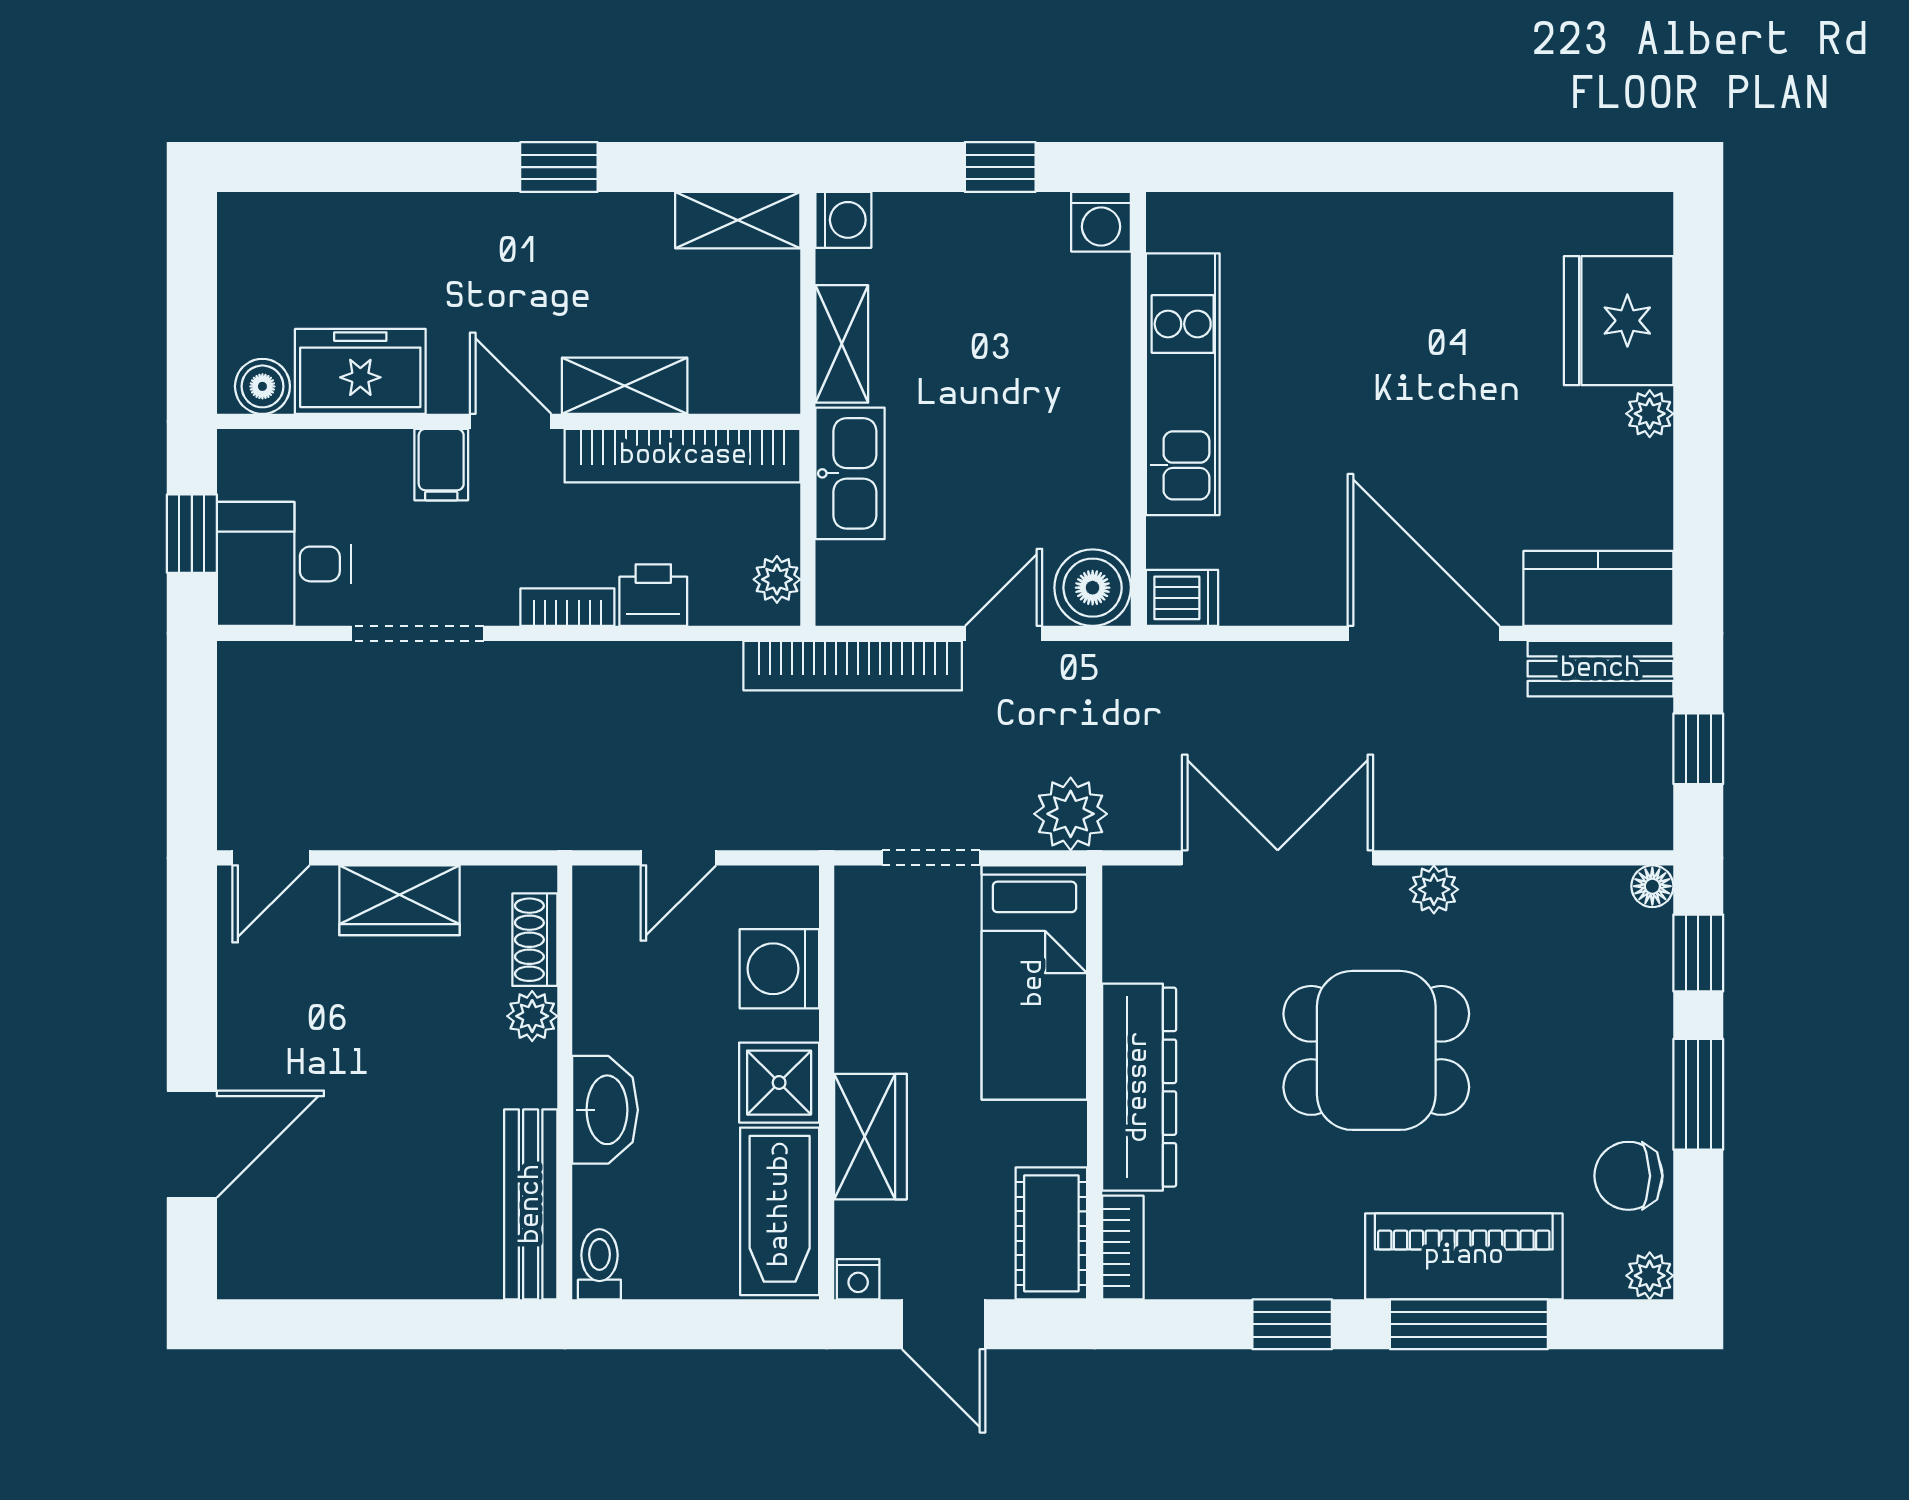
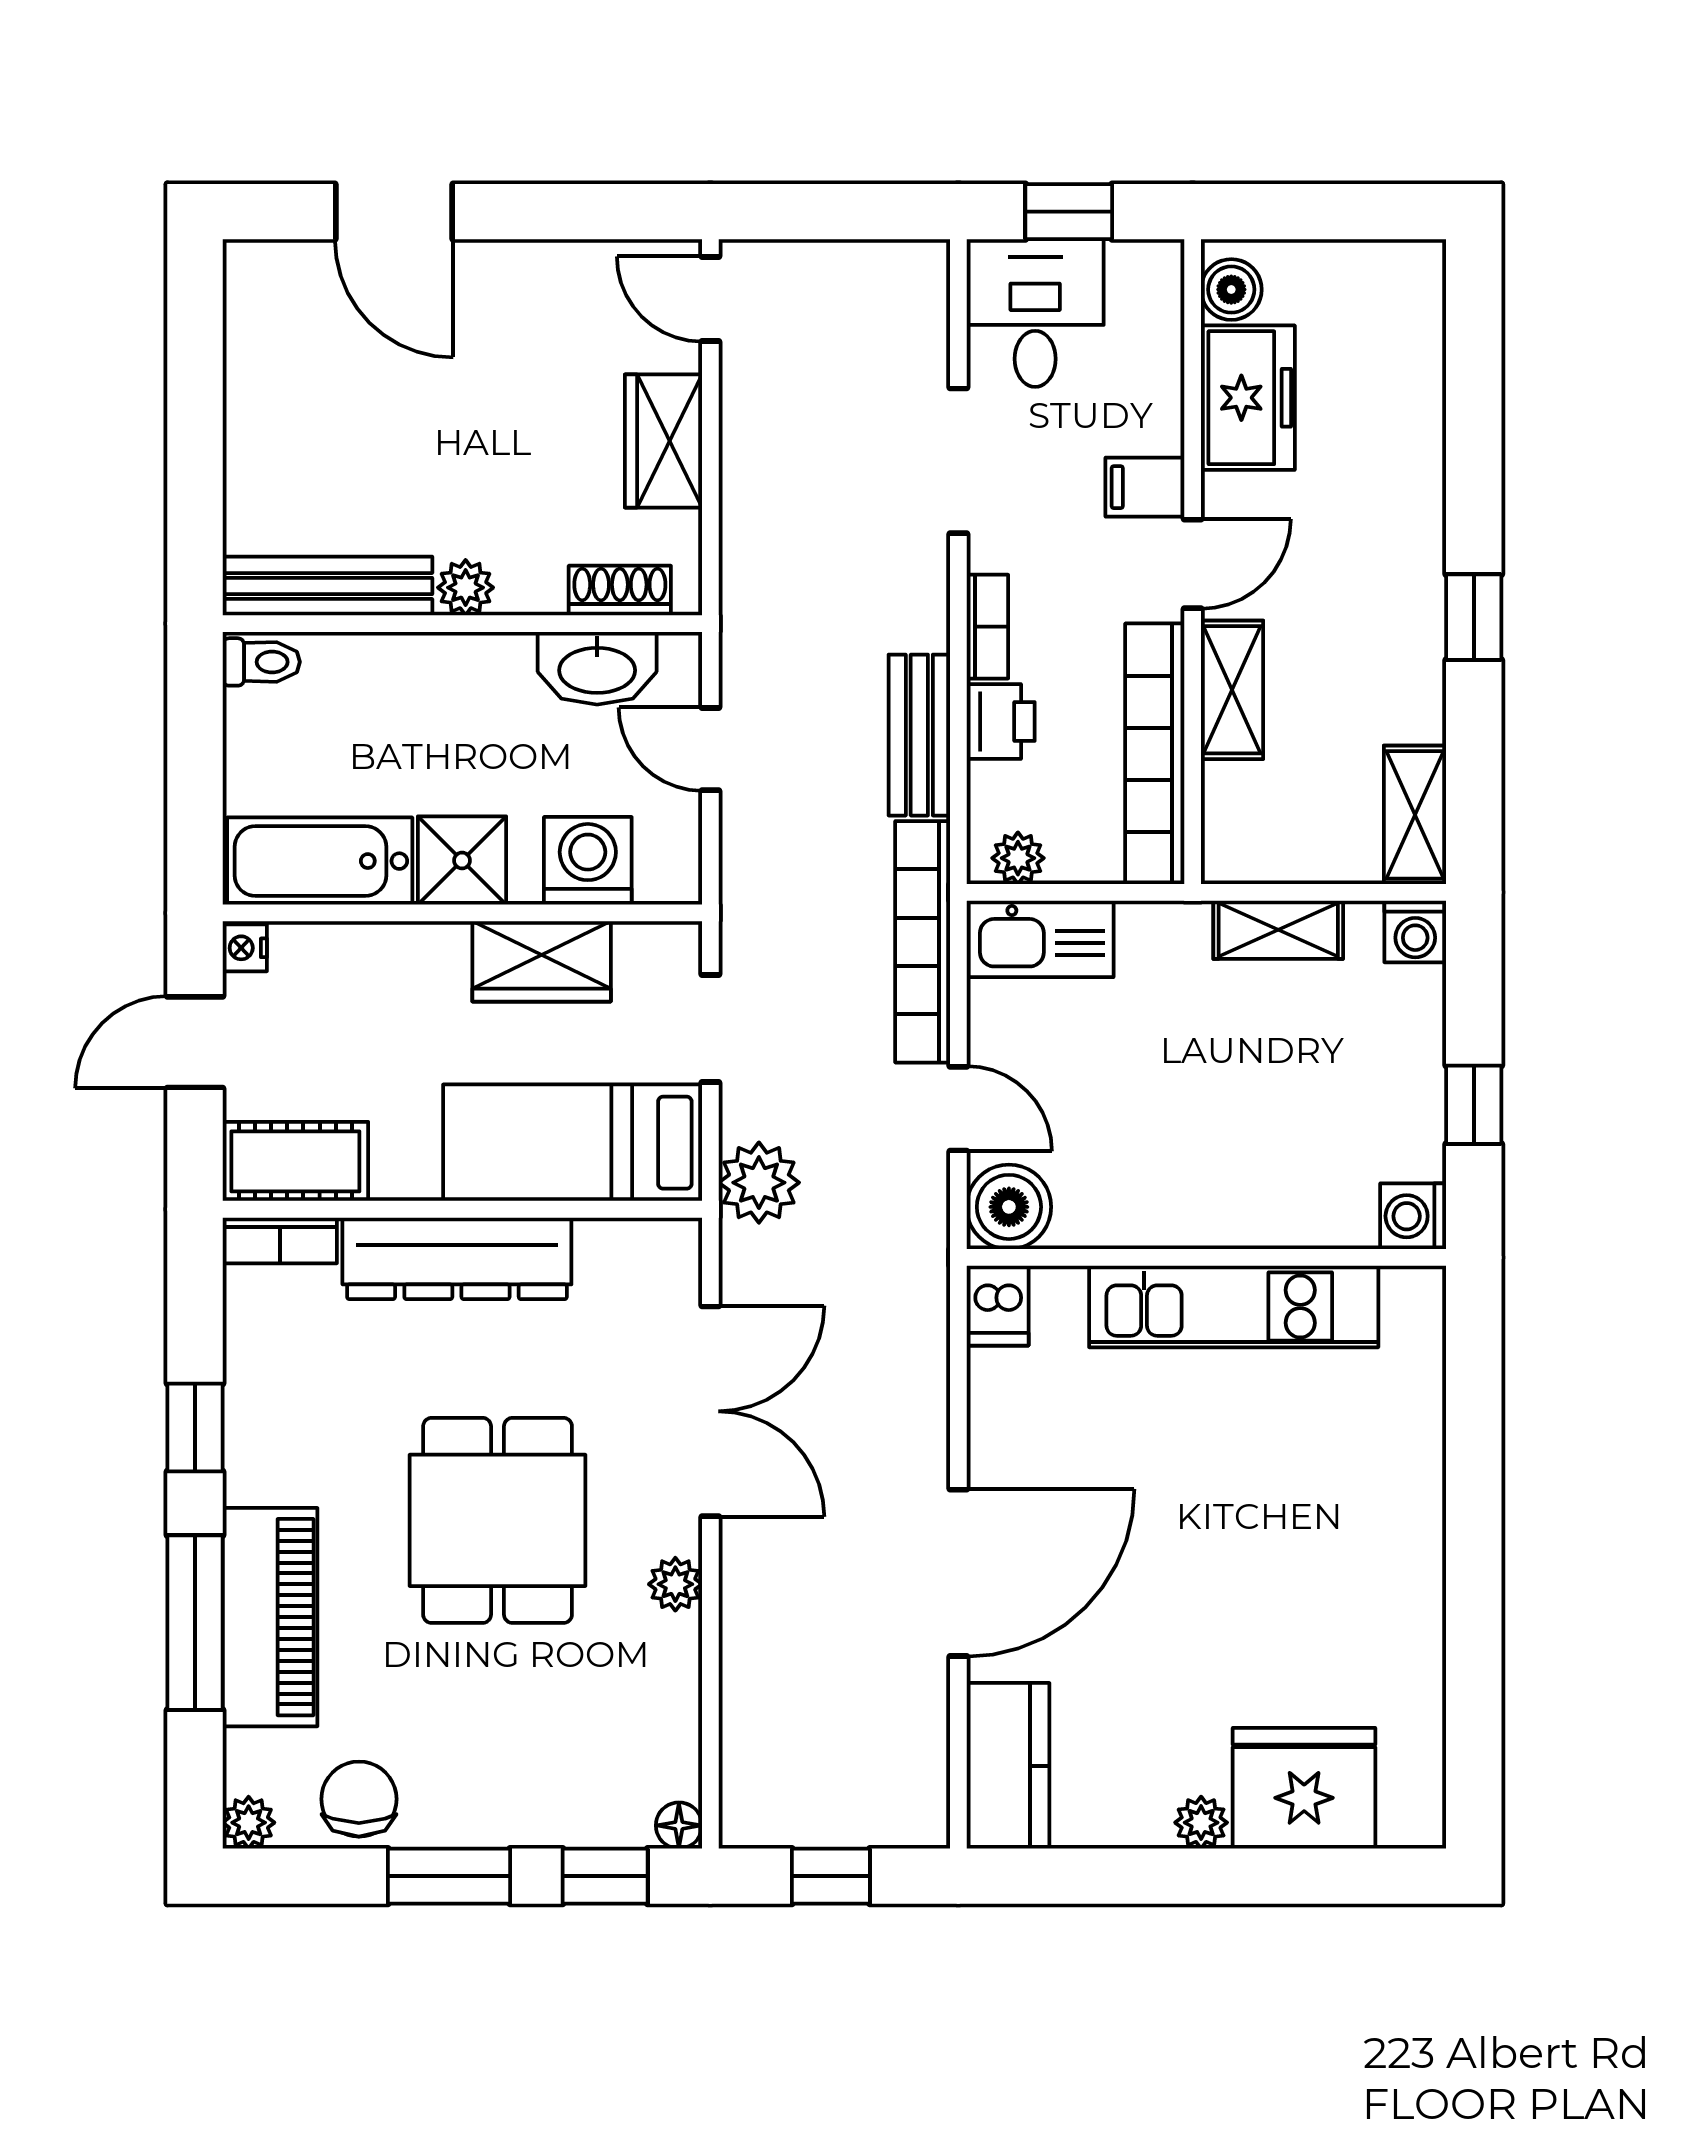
kitchen sink: (850, 473) -> (1041, 939), moved
bench: (1600, 669) -> (919, 735), moved
plant: (532, 1016) -> (466, 588), moved
washbasin: (605, 1110) -> (597, 668), moved
wardrobe: (870, 1137) -> (542, 961), moved

